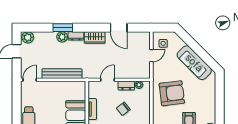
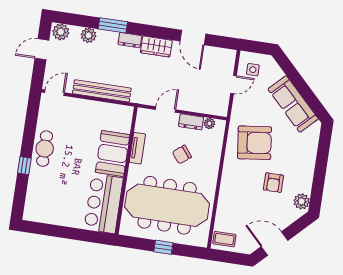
plant: (62, 37) -> (88, 35), moved

